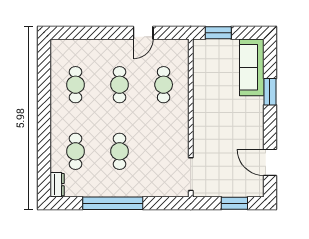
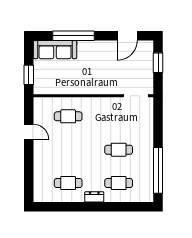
cafe table: (120, 85) -> (68, 150), removed
window: (270, 92) -> (73, 36), width x2.11
dresser: (57, 185) -> (94, 197), moved
window: (113, 203) -> (158, 170), moved

